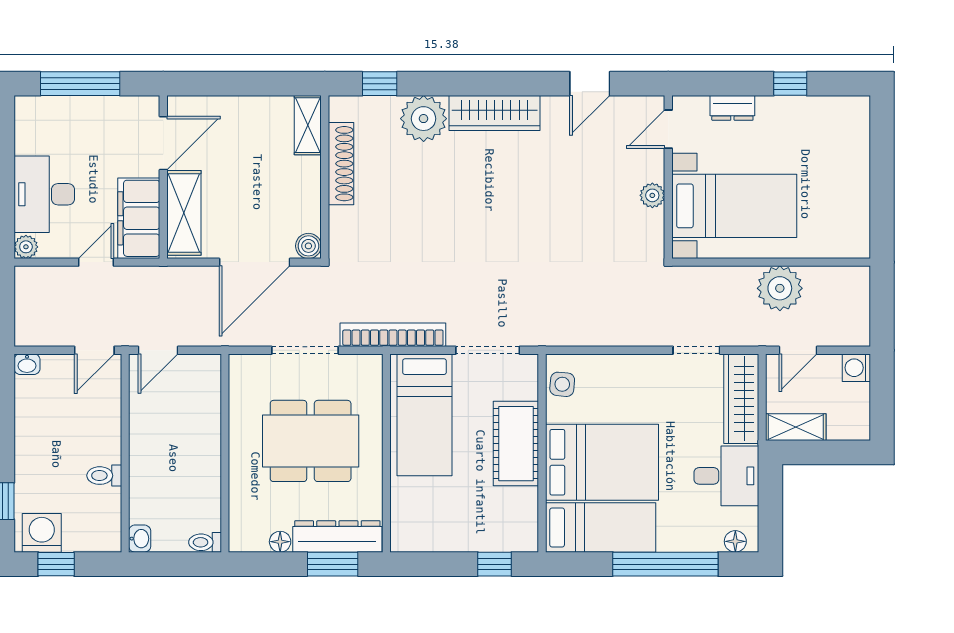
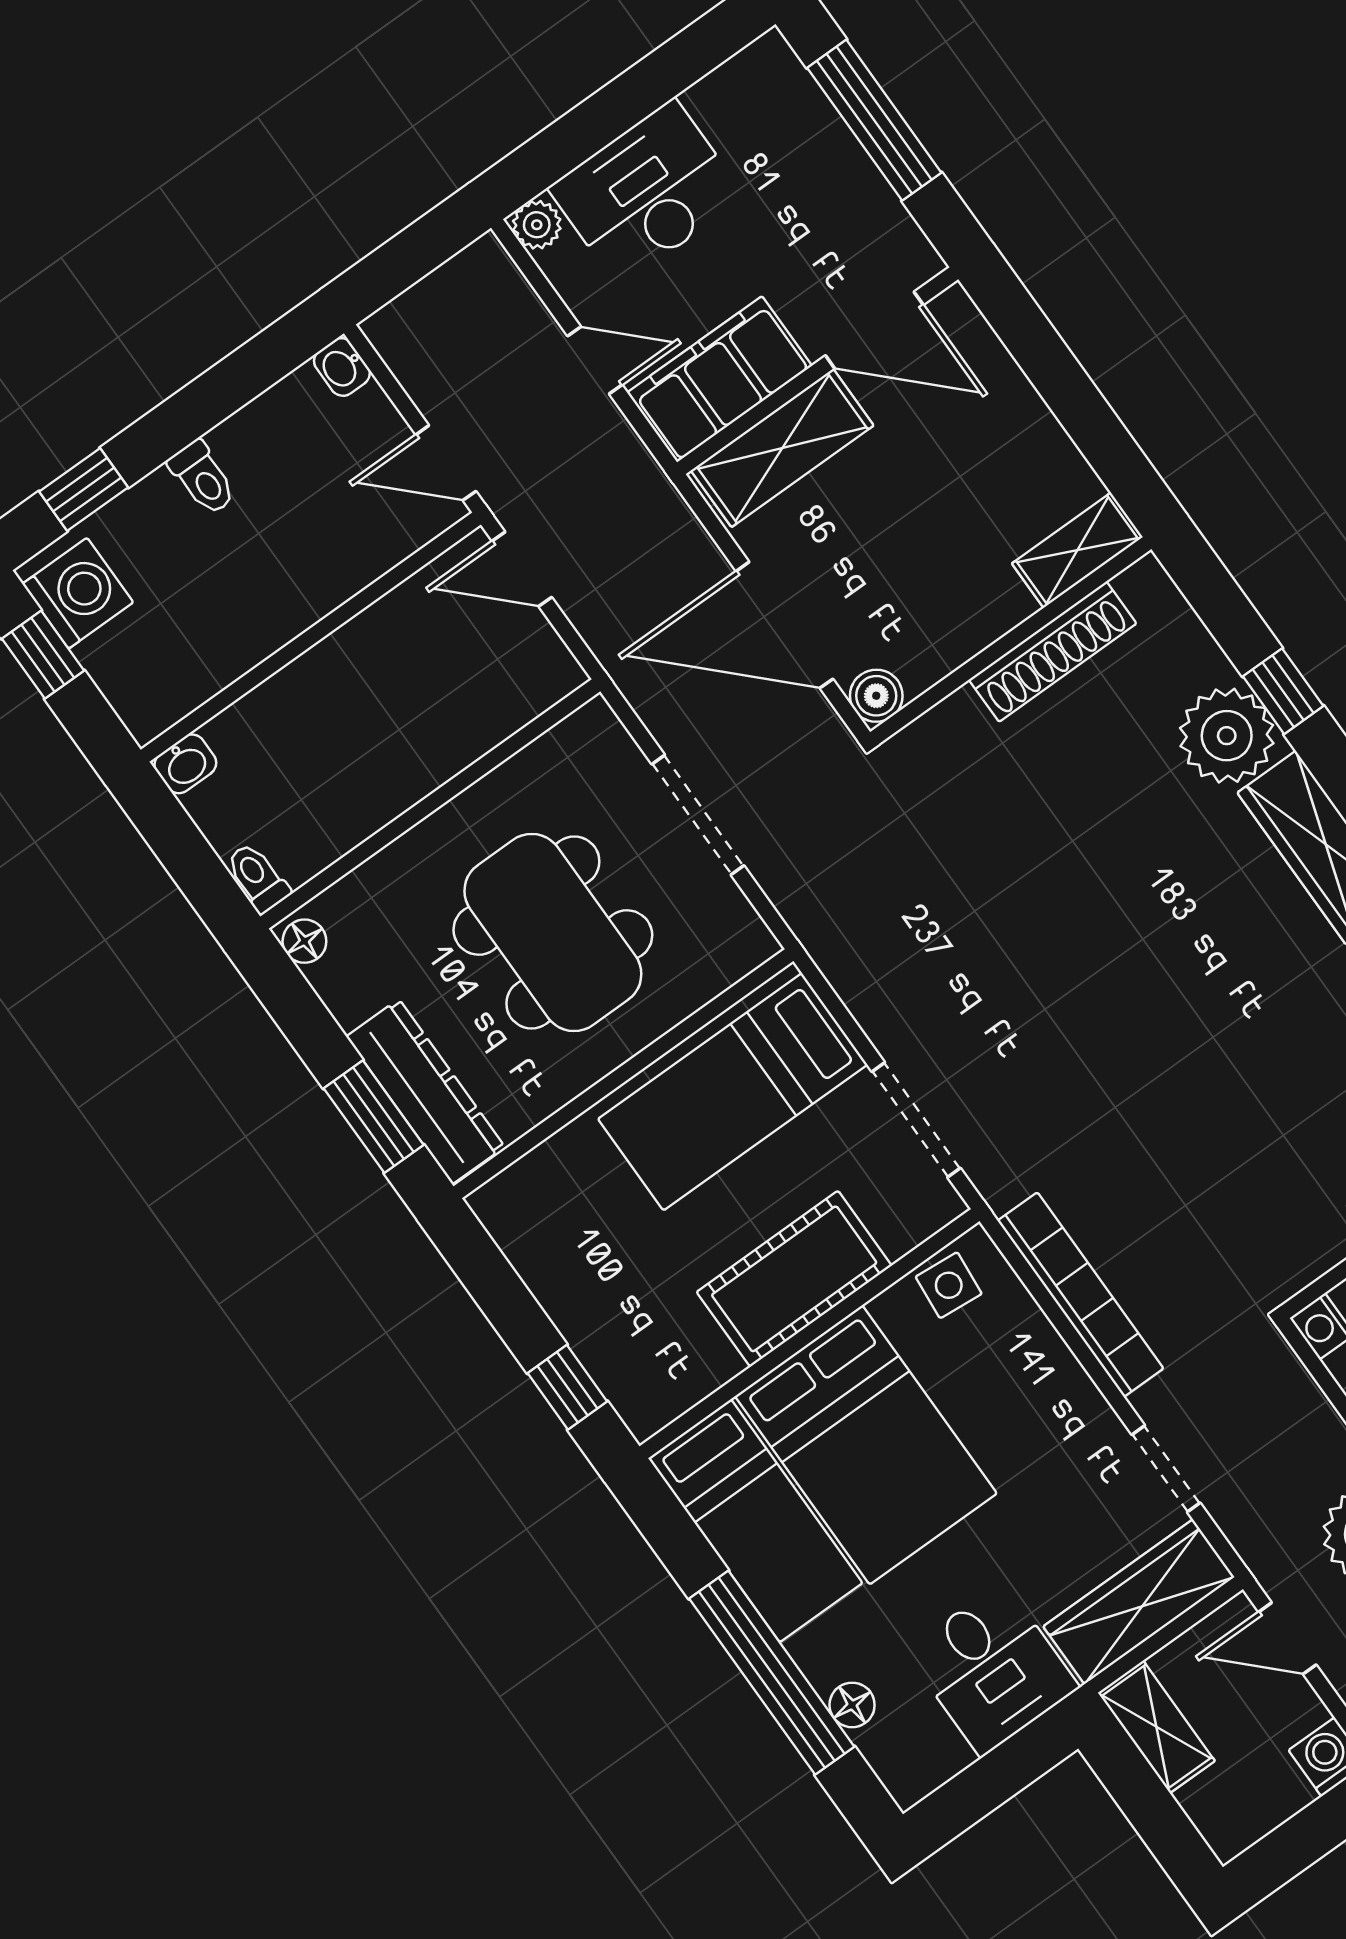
window: (380, 84) -> (1283, 691), moved
bookcase: (393, 335) -> (1080, 1295), moved
toilet: (104, 476) -> (203, 478), moved, turned 180
floor lamp: (735, 541) -> (852, 1705), moved
floor lamp: (280, 542) -> (304, 941), moved

